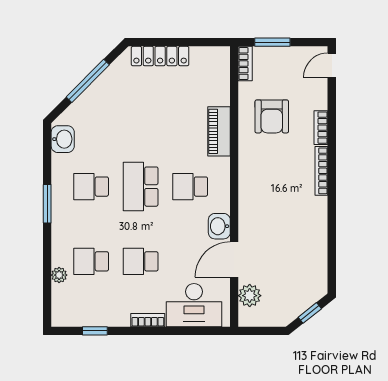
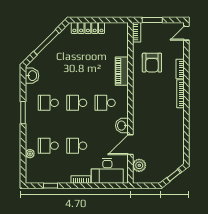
school desk: (141, 187) -> (77, 103), width x0.54

